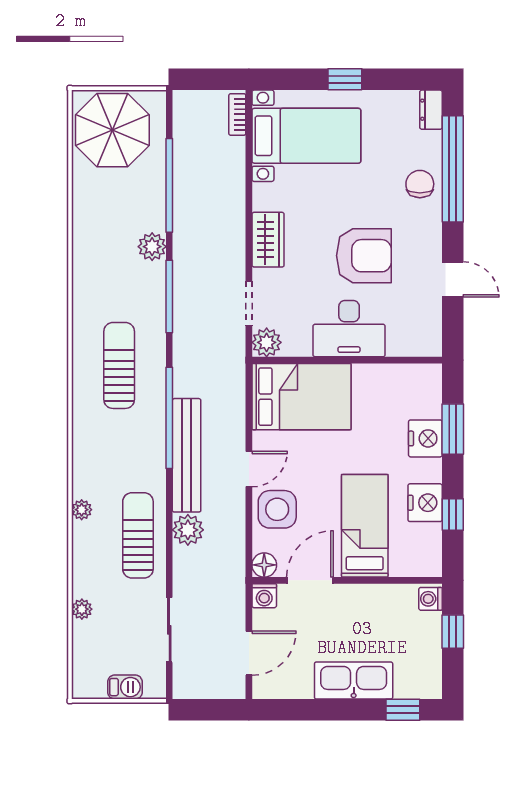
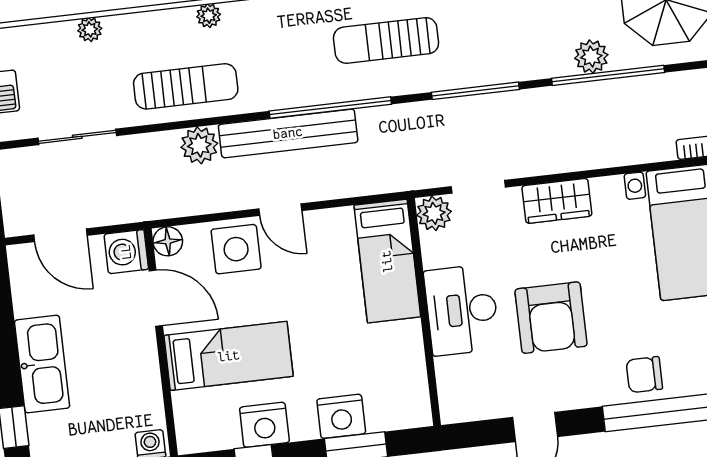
chair: (420, 184) -> (644, 375), turned 180
plant: (152, 247) -> (591, 57), moved
sun lounger: (119, 365) -> (386, 40), turned 180
bed: (301, 397) -> (387, 261), width x0.67
washing machine: (264, 596) -> (126, 252), width x1.38, depth x1.38

